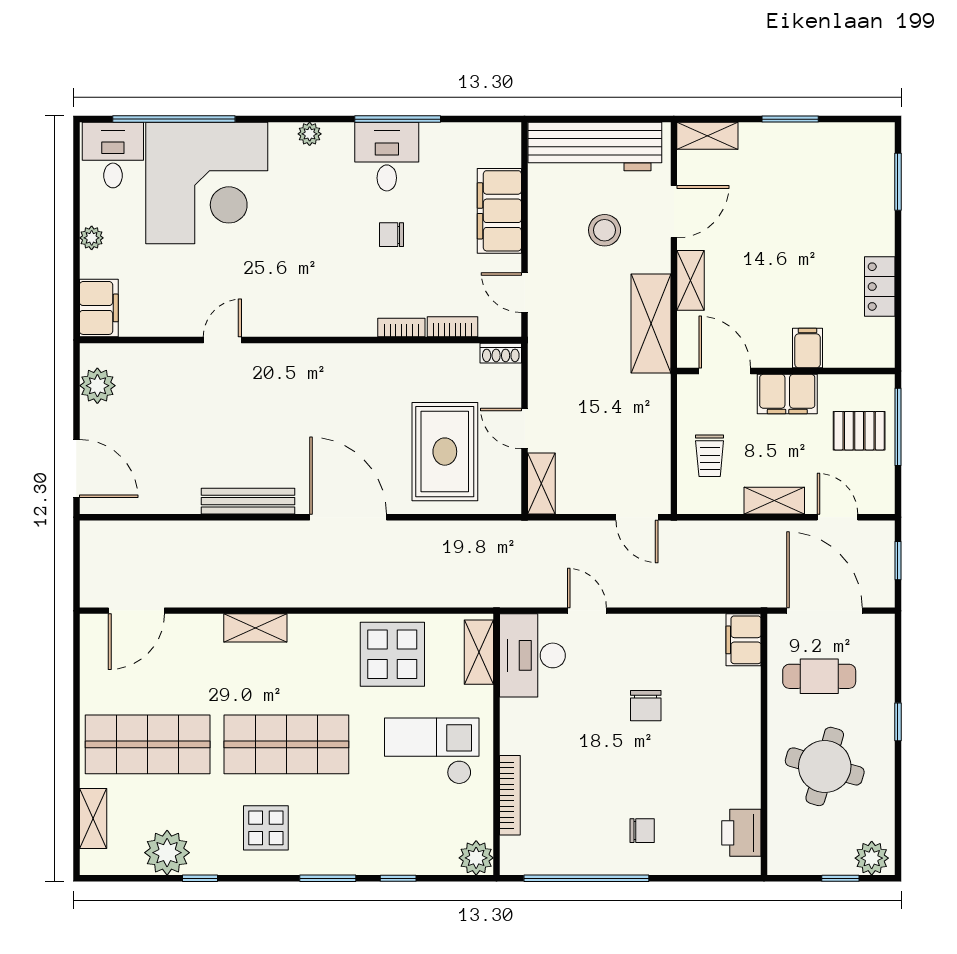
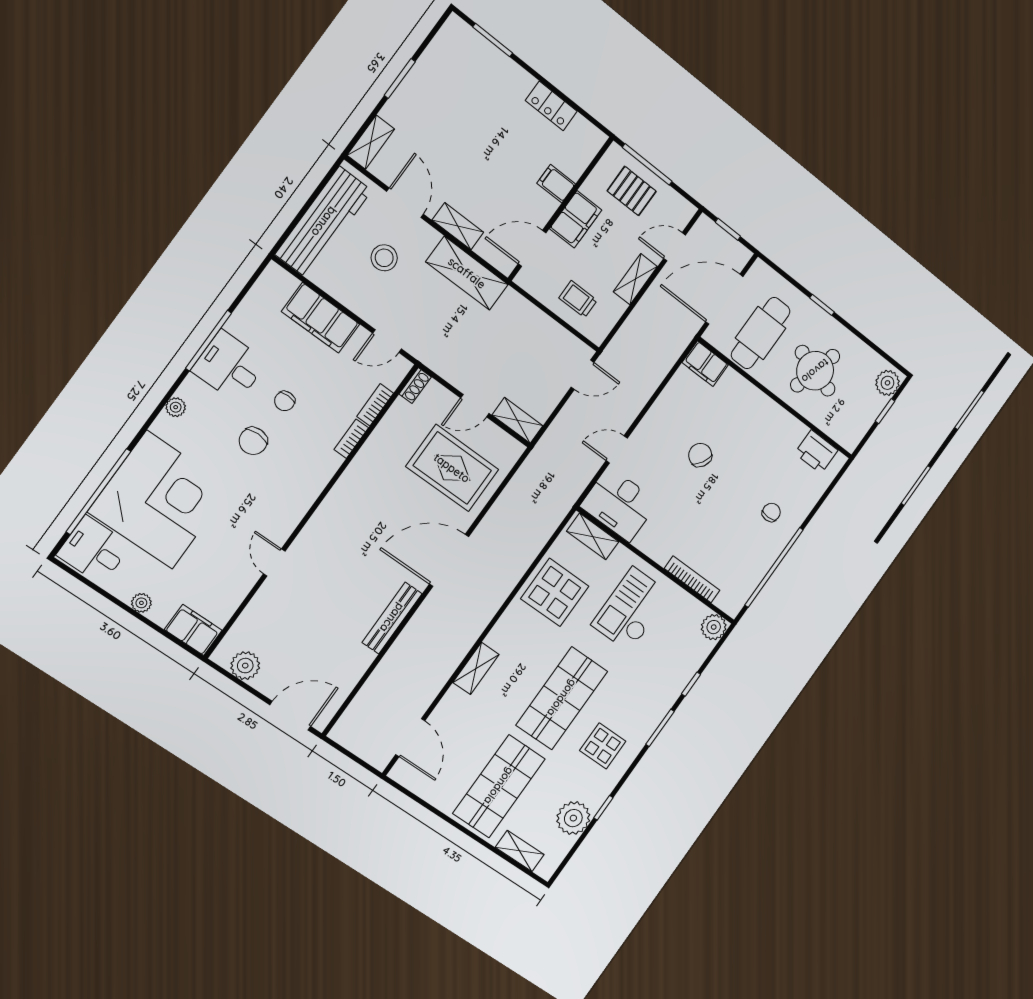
chair: (330, 232) -> (253, 441), added
pallet: (859, 431) -> (632, 191), turned 90
trolley: (710, 456) -> (578, 299), turned 180
cafe table: (819, 676) -> (761, 333), width x1.37, depth x1.35
chair: (646, 706) -> (700, 455), turned -149

